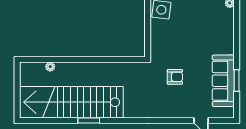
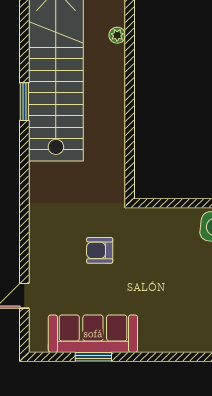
armchair: (175, 77) -> (100, 250), turned 90

